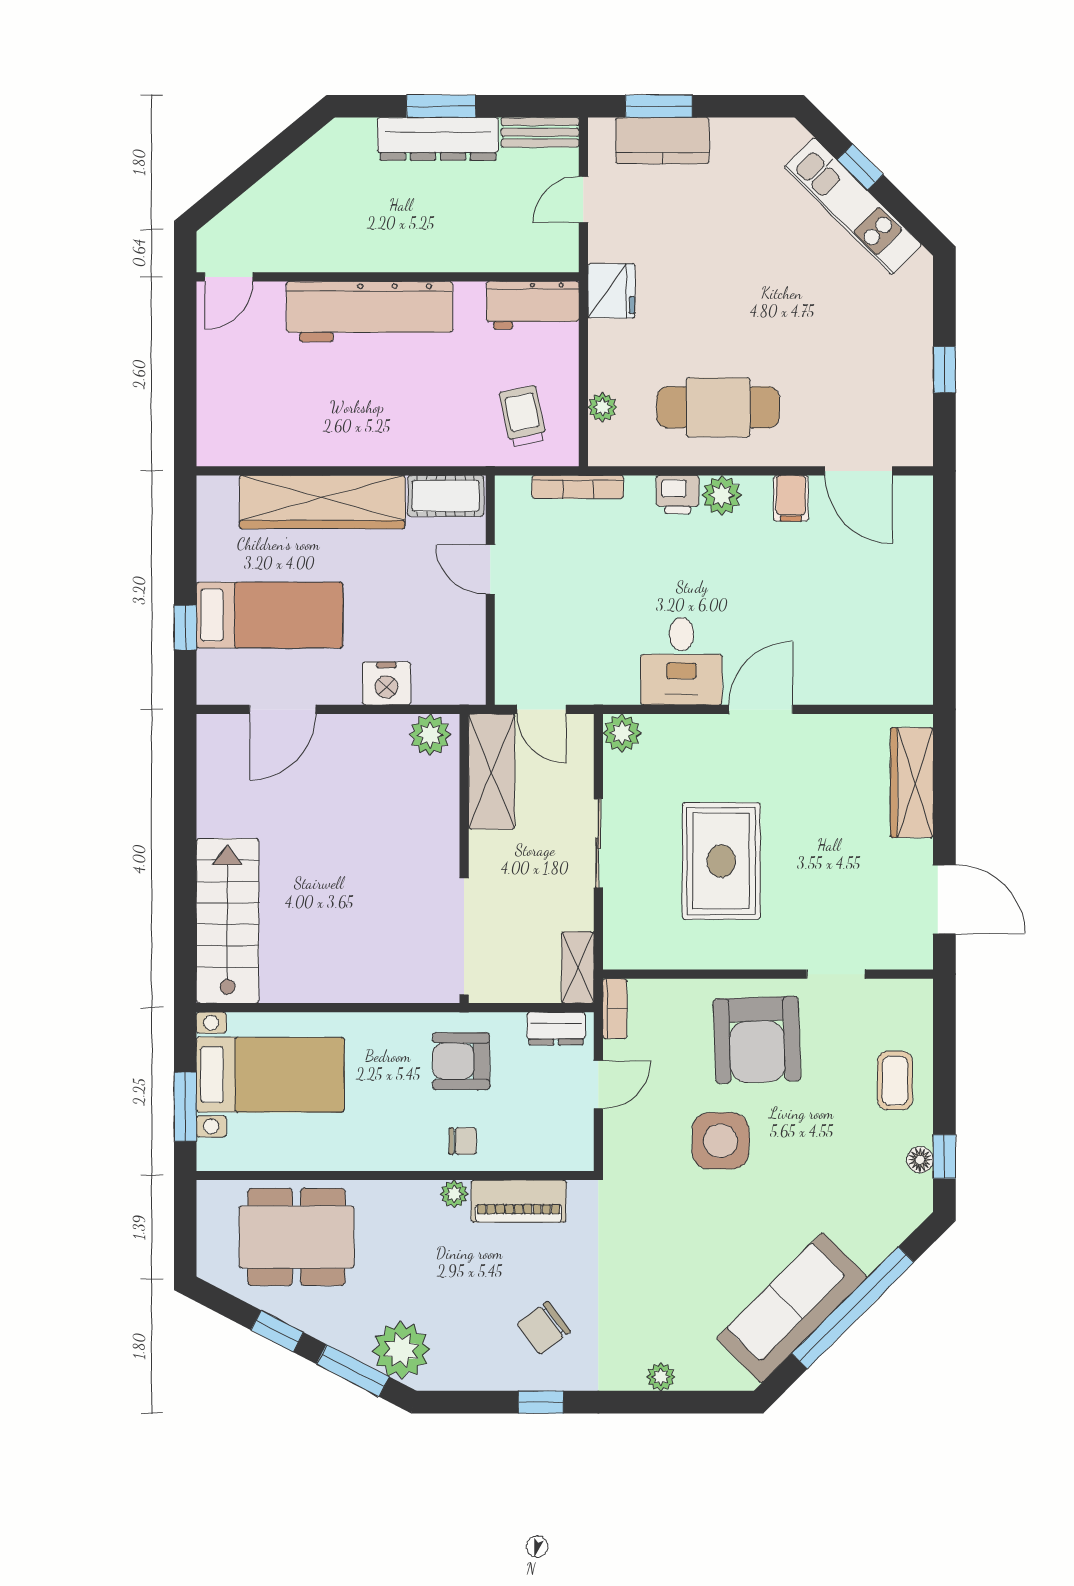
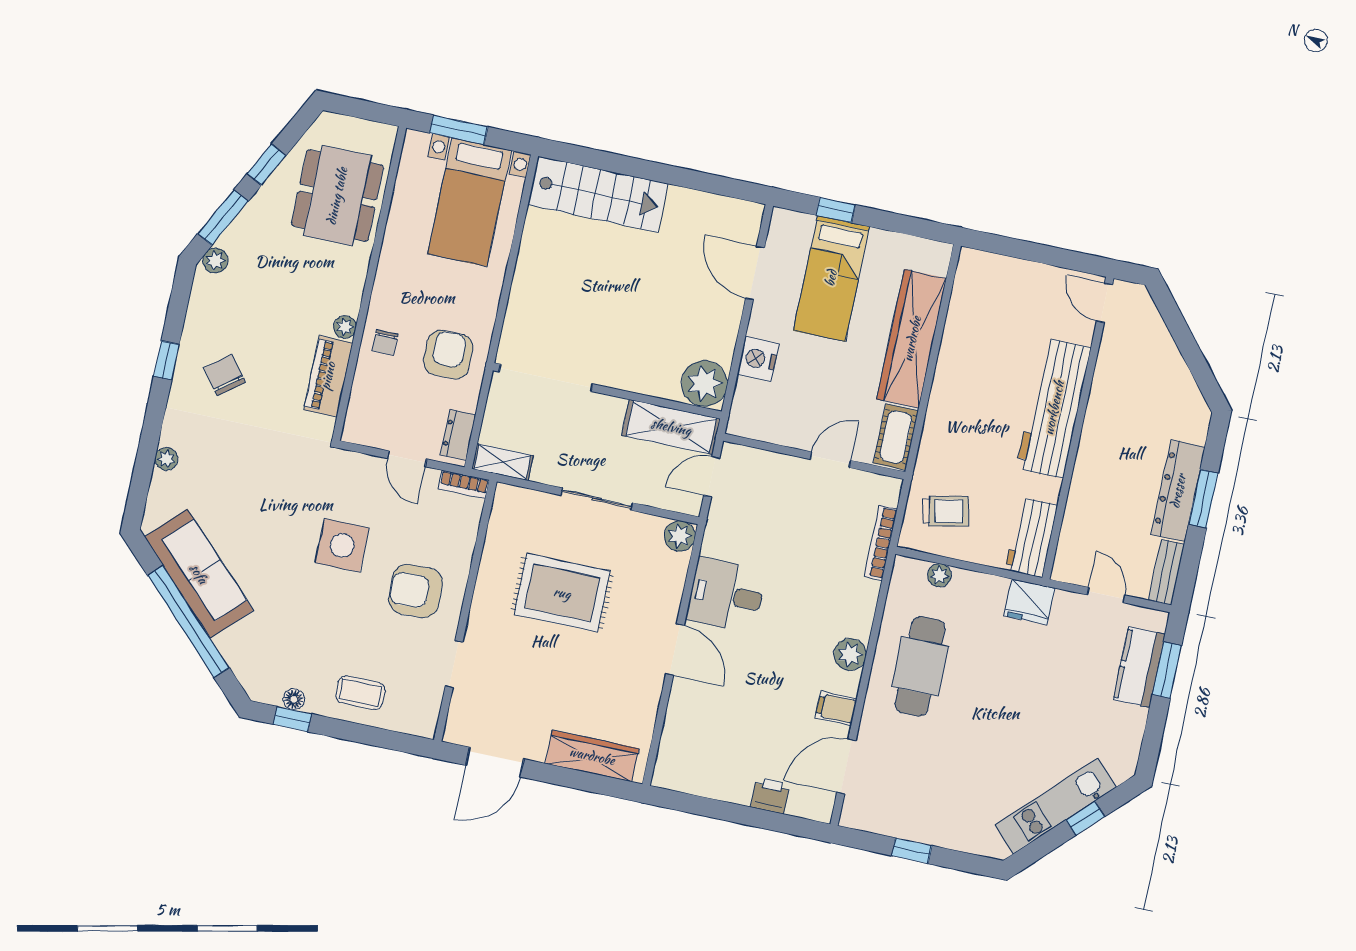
printer: (678, 495) -> (770, 796), moved, turned 90
plant: (430, 735) -> (704, 384), width x1.36, depth x1.36
armchair: (757, 1040) -> (416, 591), width x0.73, depth x0.73
plant: (401, 1350) -> (215, 261), width x0.53, depth x0.53

